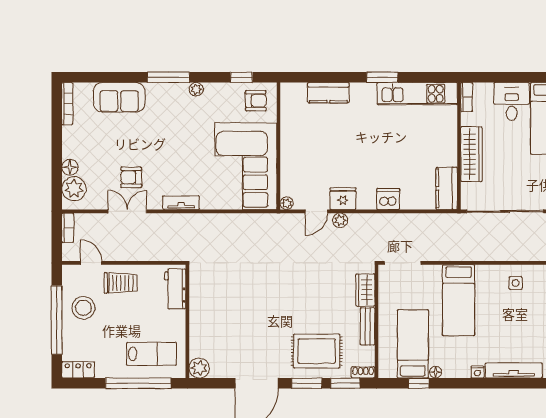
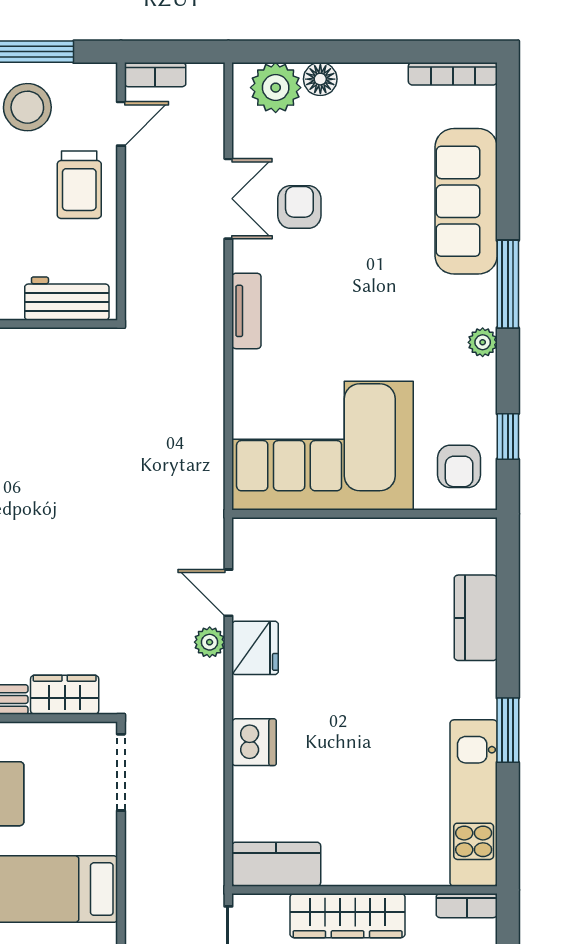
sofa: (119, 97) -> (466, 201), width x1.36
plant: (287, 203) -> (245, 531), removed
bookcase: (68, 228) -> (155, 75), moved

